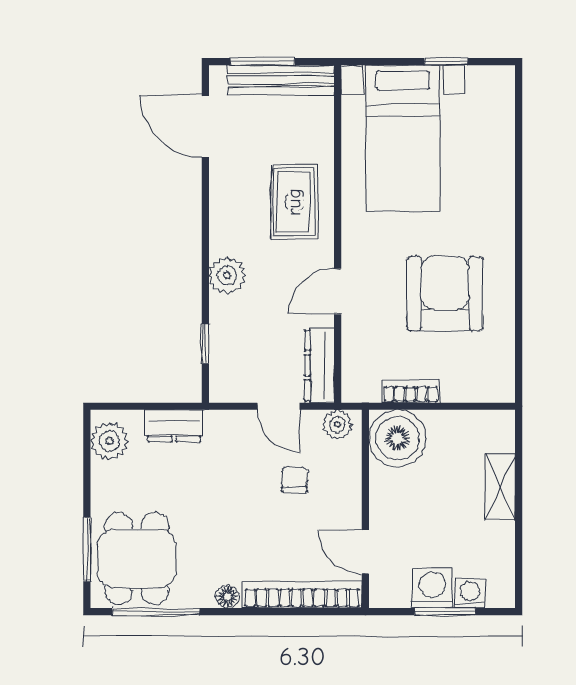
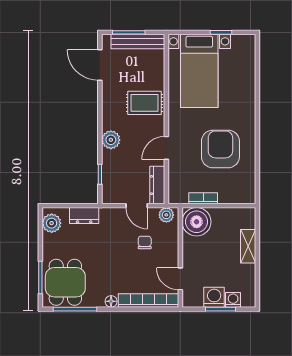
rug: (294, 202) -> (144, 103), turned 90

